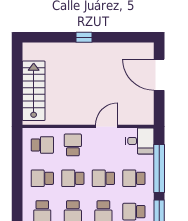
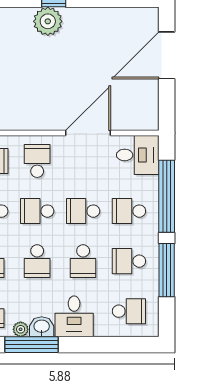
plant: (80, 52) -> (48, 21), added
door: (159, 75) -> (167, 55), hinge flipped
door: (107, 126) -> (88, 133), width x1.36

